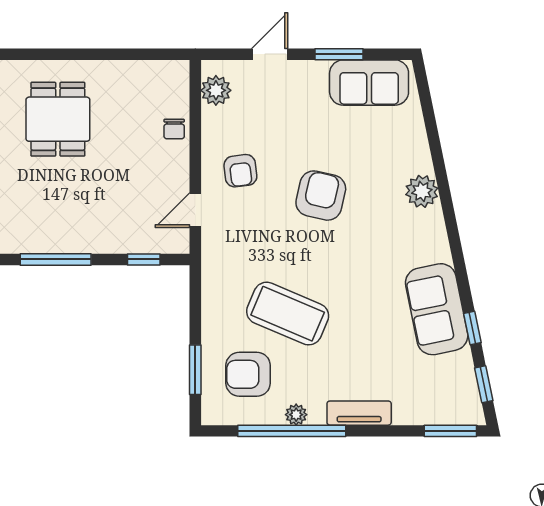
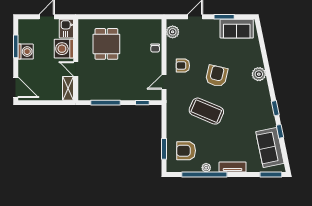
armchair: (240, 171) -> (183, 66), turned 97
sofa: (437, 309) -> (270, 147), moved
coffee table: (288, 314) -> (206, 111), moved
window: (484, 384) -> (275, 108), moved

